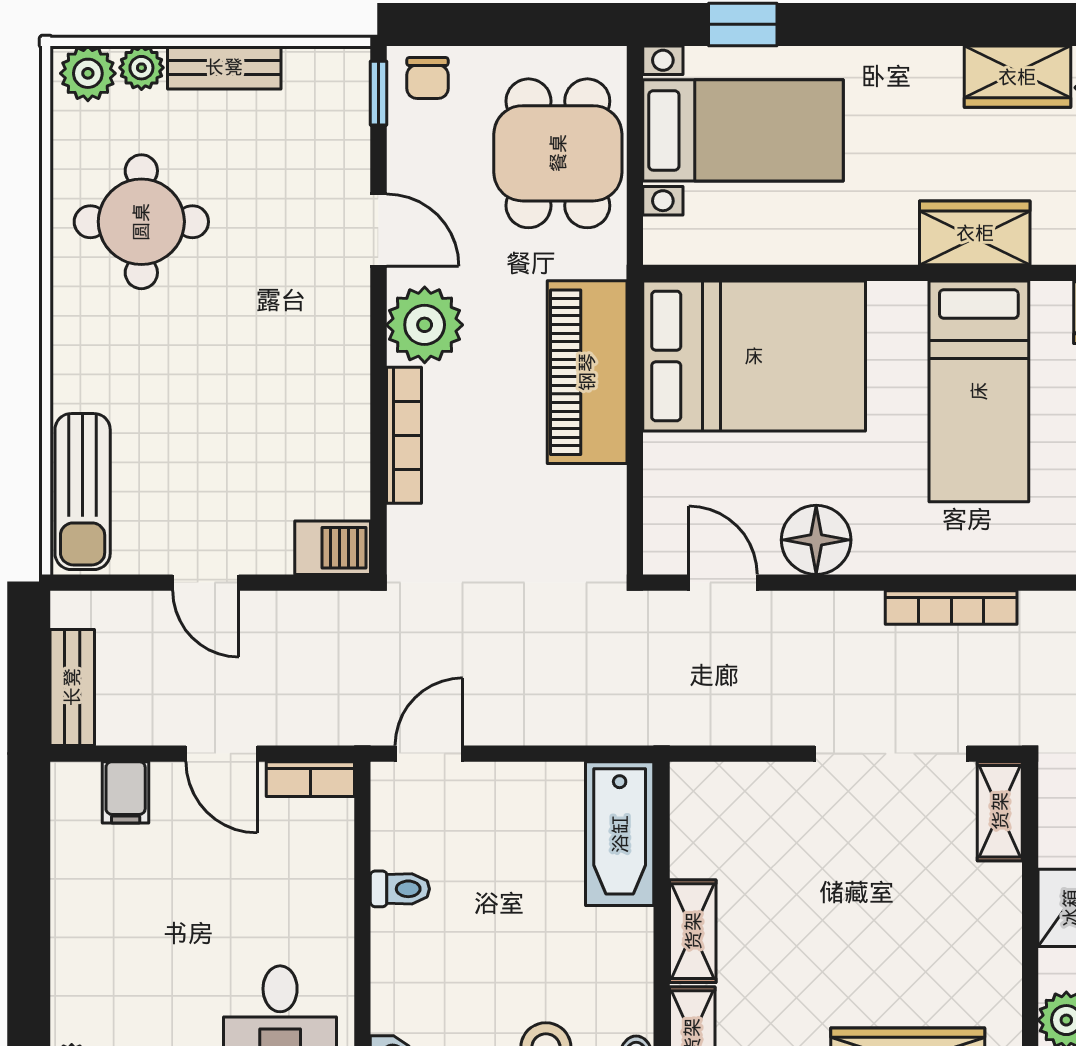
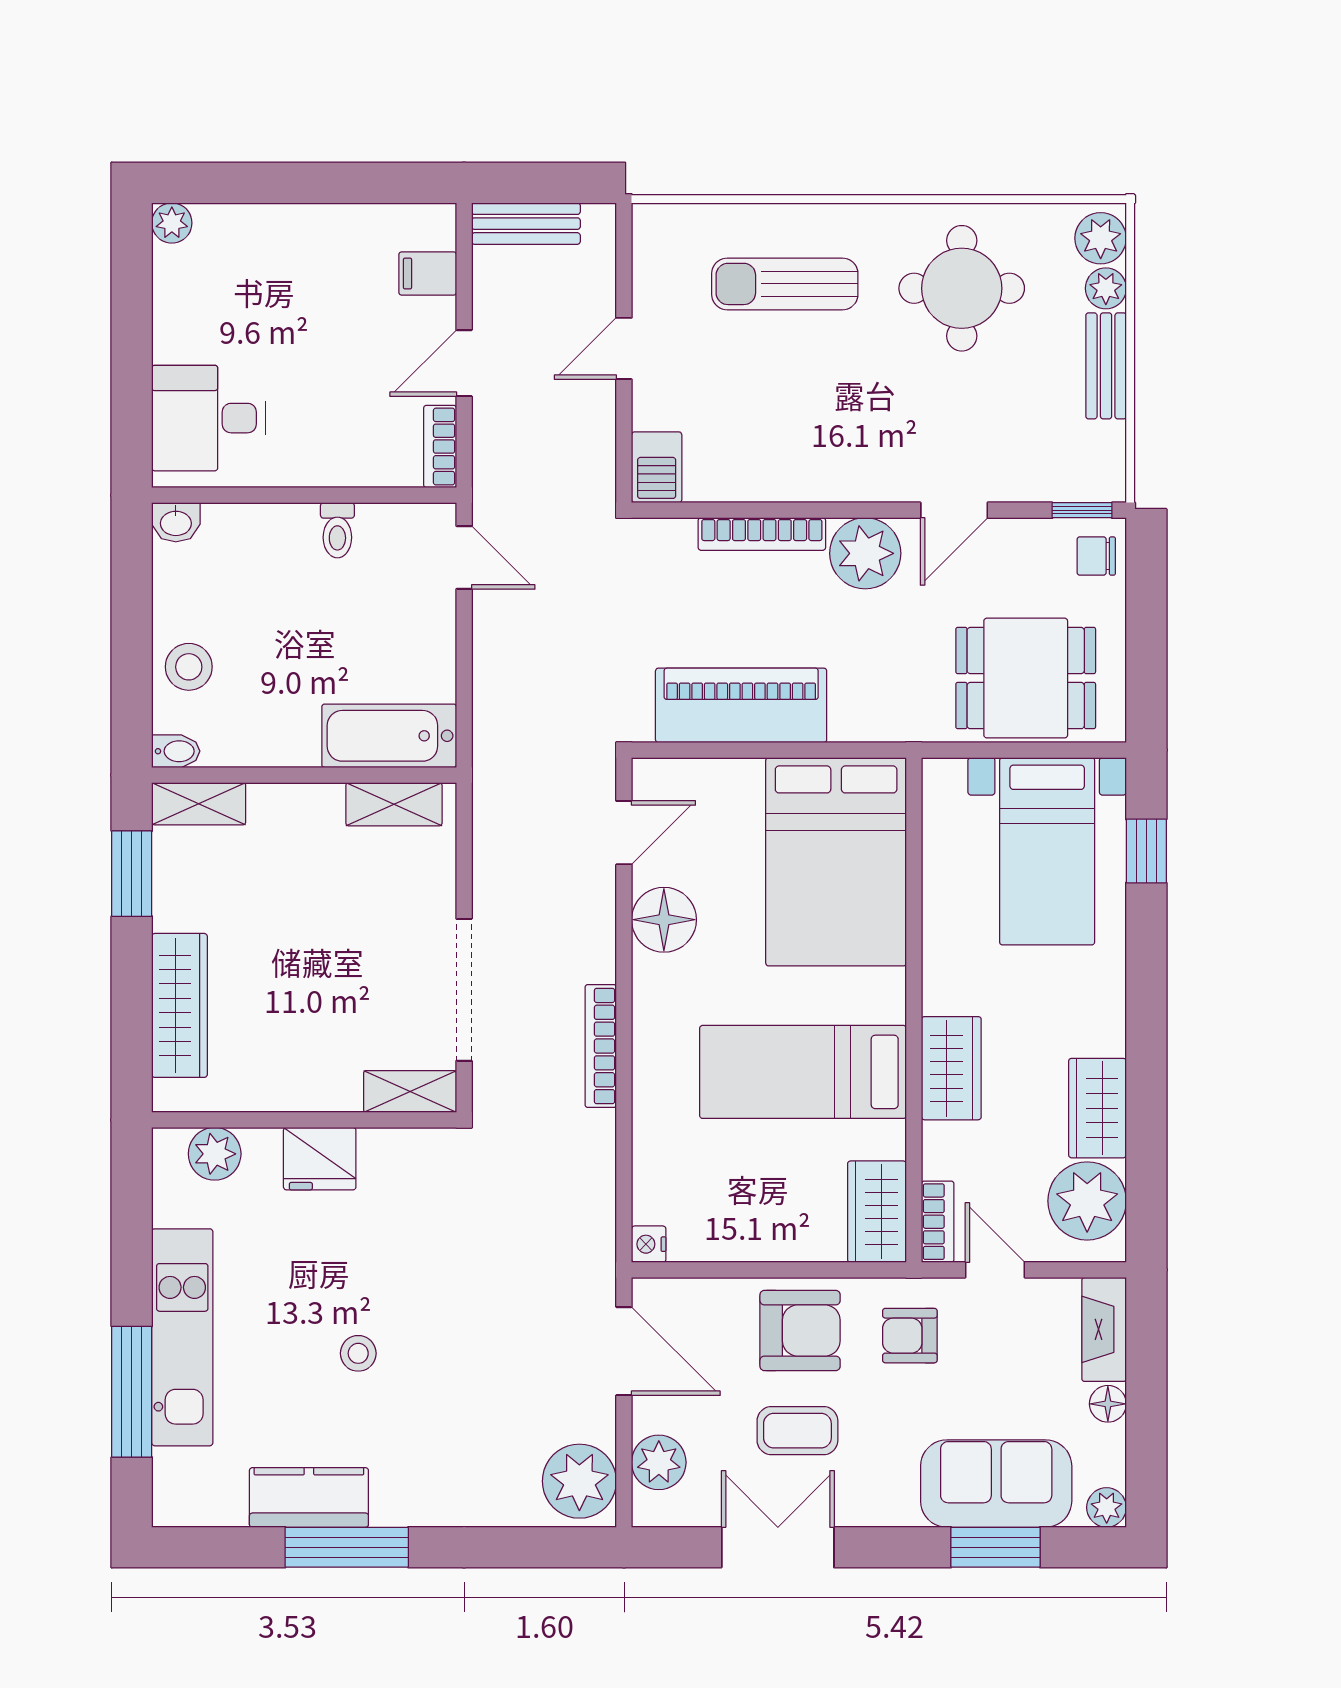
piano: (587, 372) -> (741, 705), moved
sun lounger: (83, 492) -> (785, 284), moved
shelving: (693, 931) -> (394, 804), moved

